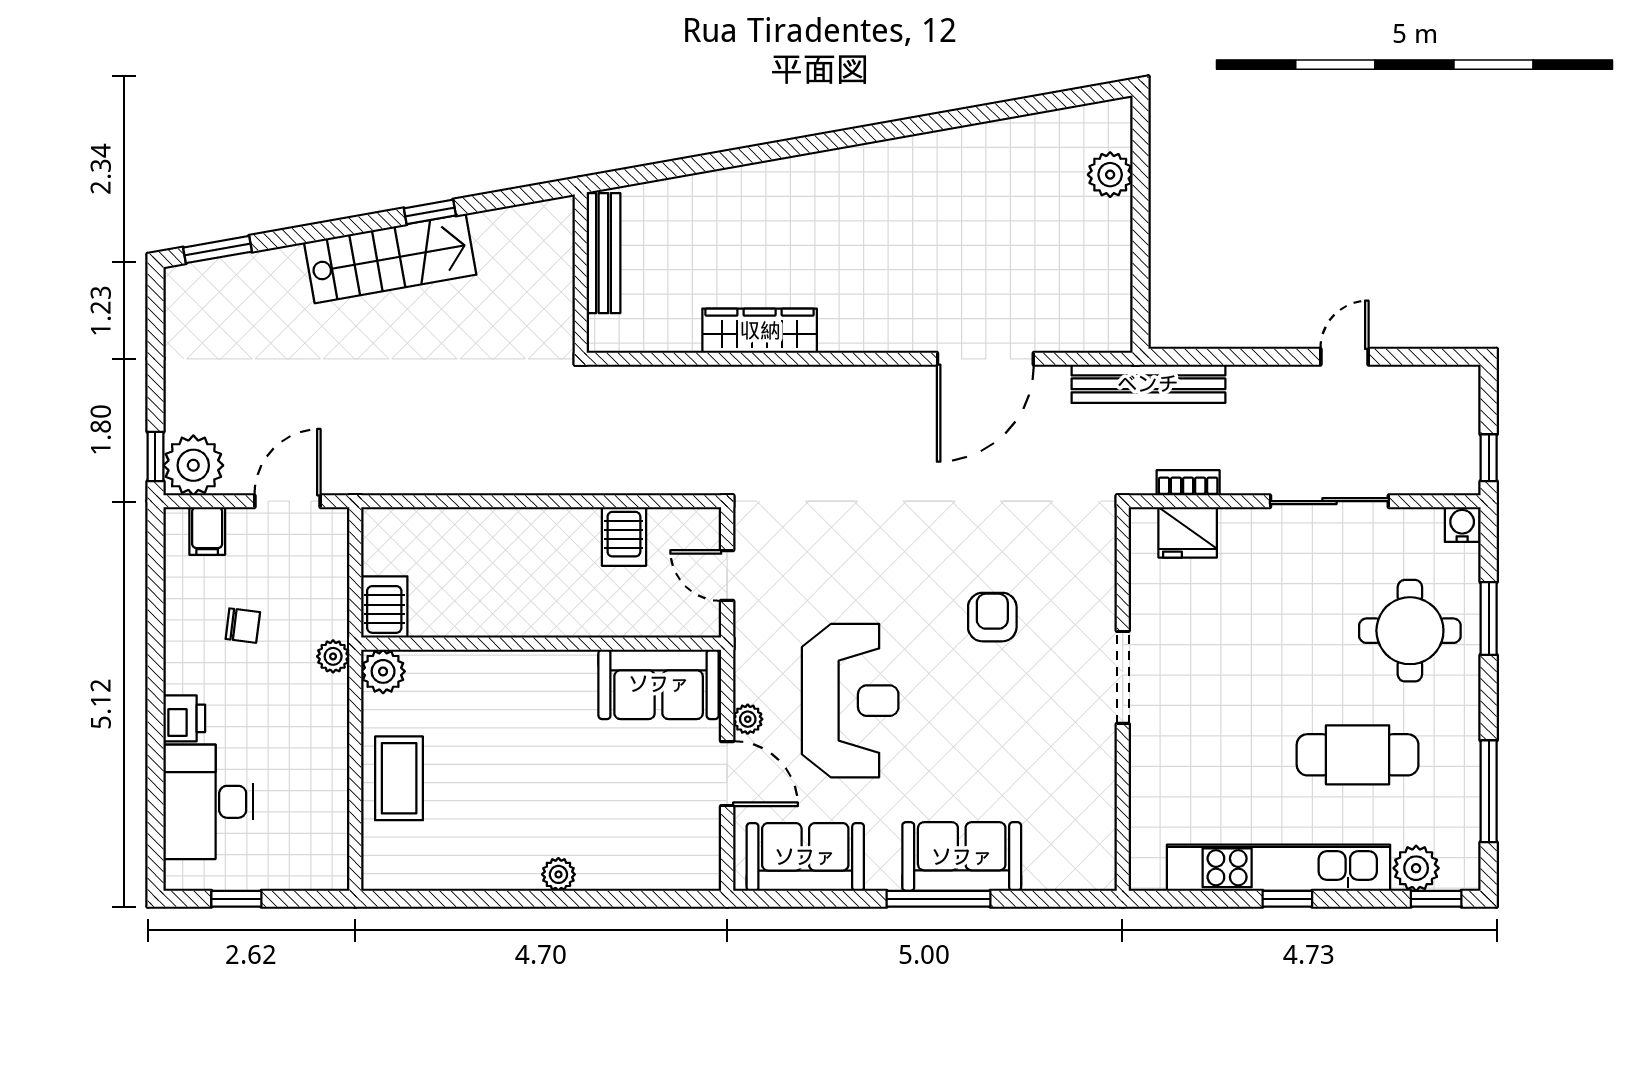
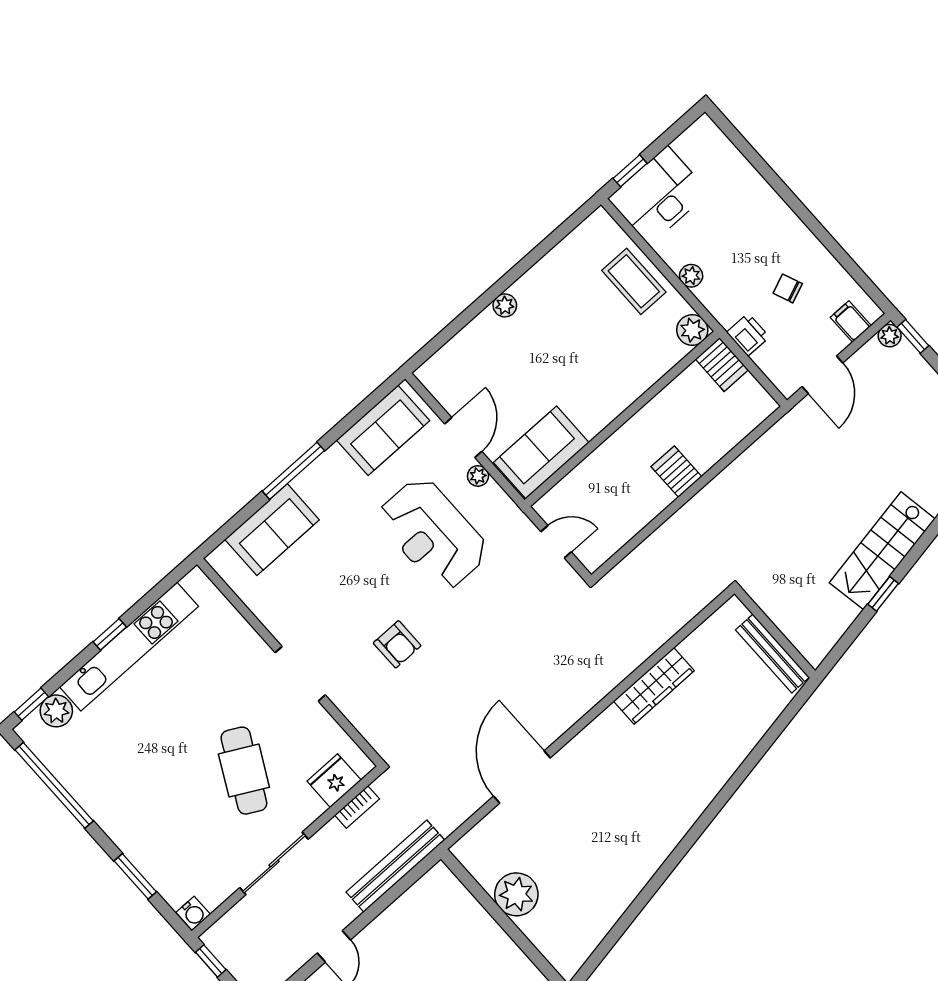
plant: (1110, 175) -> (516, 894), moved, width x1.36, depth x1.36
bench: (1148, 384) -> (395, 866), moved
plant: (193, 465) -> (890, 336), width x0.53, depth x0.53
server rack: (624, 537) -> (676, 472), moved
chair: (243, 626) -> (788, 288), turned 61
round table: (1410, 631) -> (171, 833), removed
plant: (333, 656) -> (691, 276), moved
printer: (184, 718) -> (748, 335), moved, turned 180
cafe table: (1358, 755) -> (244, 771), moved, turned -62
door: (727, 774) -> (463, 438), swing flipped
window: (1489, 791) -> (54, 785), width x1.46
desk: (208, 802) -> (658, 196), moved, turned -90
sofa: (962, 857) -> (272, 530), moved
window: (236, 899) -> (630, 171), moved

